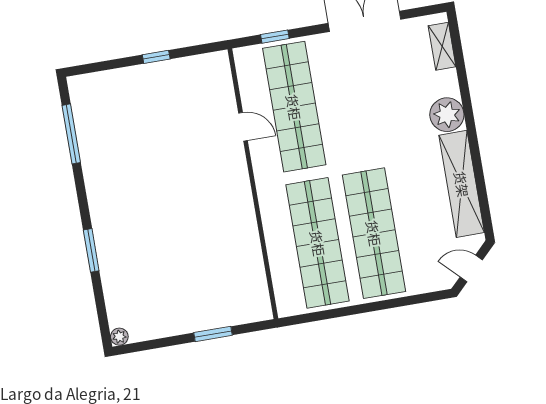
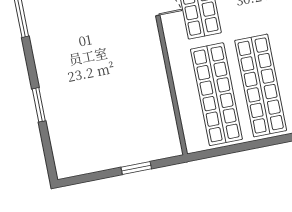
plant: (119, 337) -> (63, 172), removed

